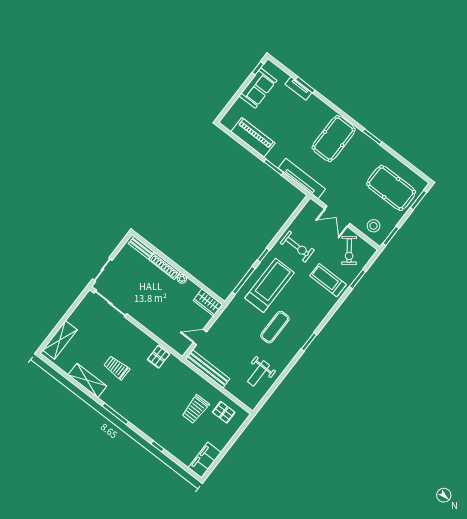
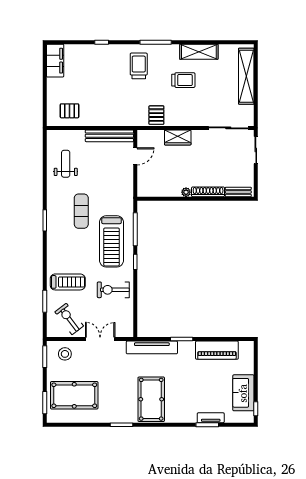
wardrobe: (208, 303) -> (178, 137), moved, turned 180
shelving: (60, 340) -> (246, 76), width x1.47
trolley: (195, 409) -> (139, 66), moved

